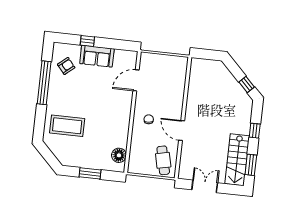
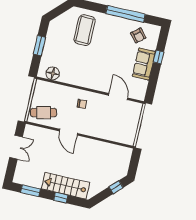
window: (247, 84) -> (116, 187), moved
door: (182, 130) -> (68, 132), swing flipped
stairs: (237, 160) -> (65, 186), moved

